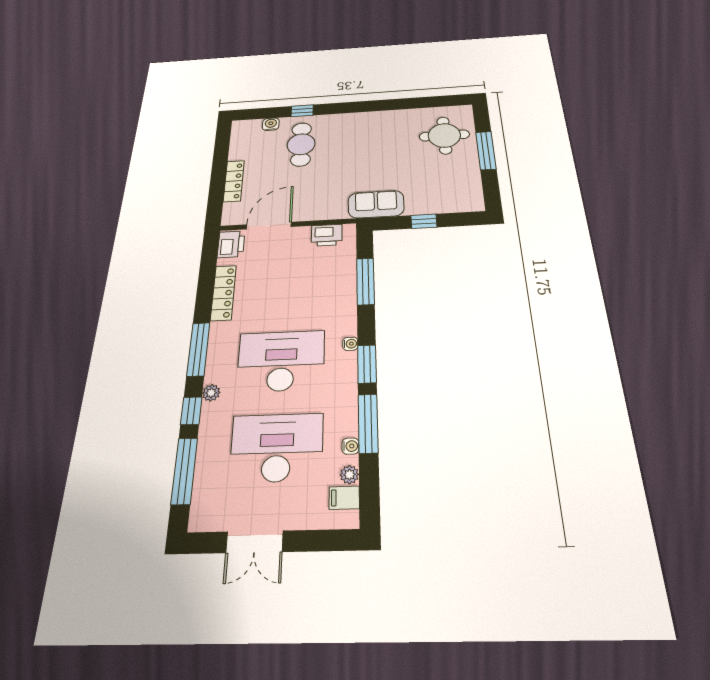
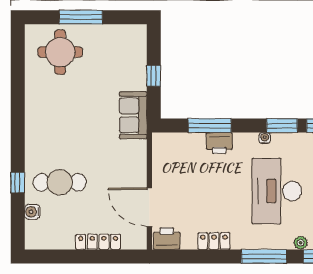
printer: (327, 235) -> (219, 143), moved, turned 90
locker: (223, 293) -> (214, 241), width x0.66

